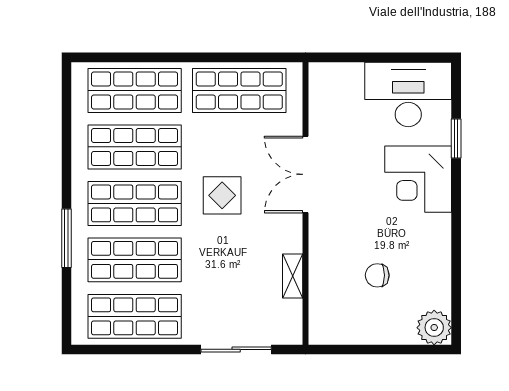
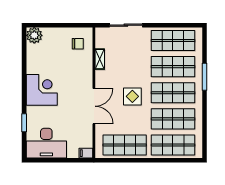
filing cabinet: (323, 73) -> (86, 153), added
corner desk: (418, 179) -> (42, 90), moved
chair: (377, 275) -> (78, 44), moved

